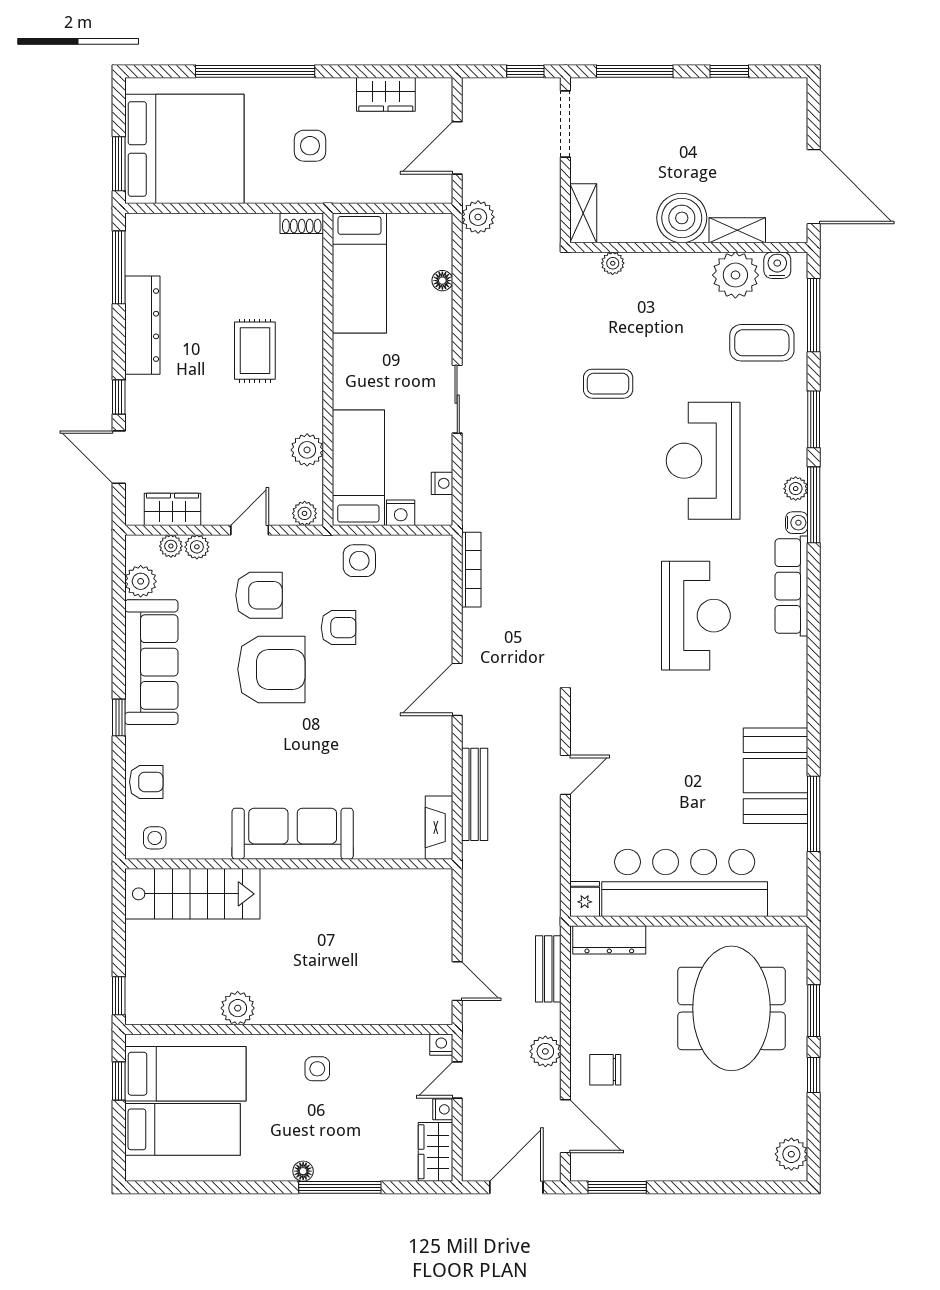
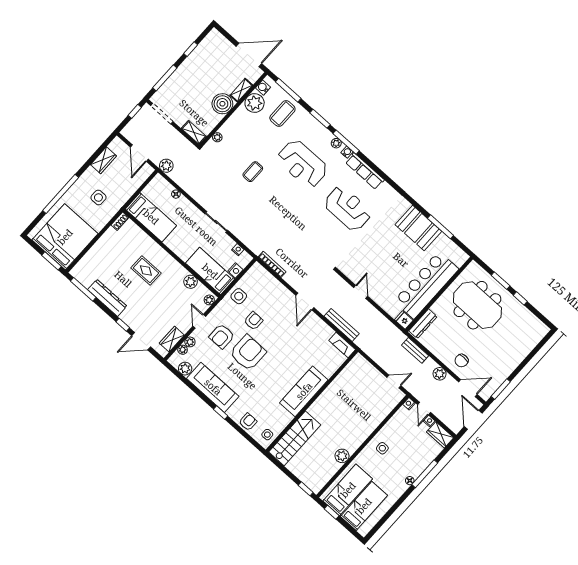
armchair: (259, 595) -> (222, 336), turned 180
plant: (791, 1154) -> (538, 327), removed

